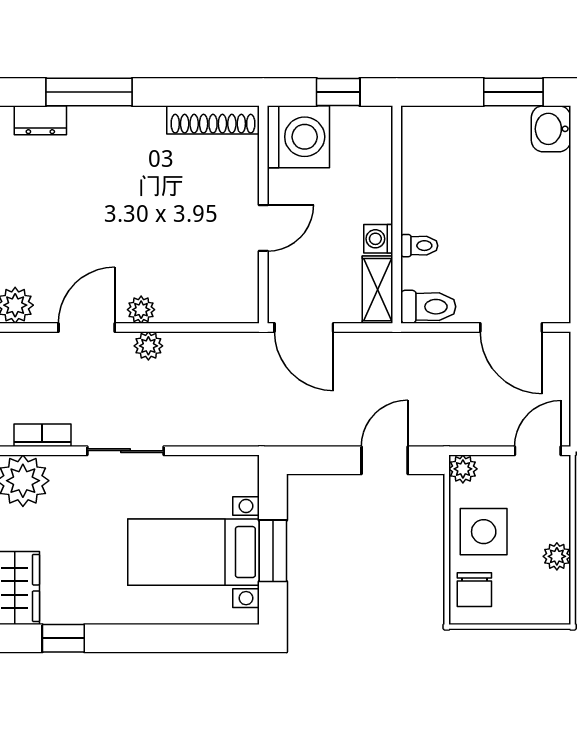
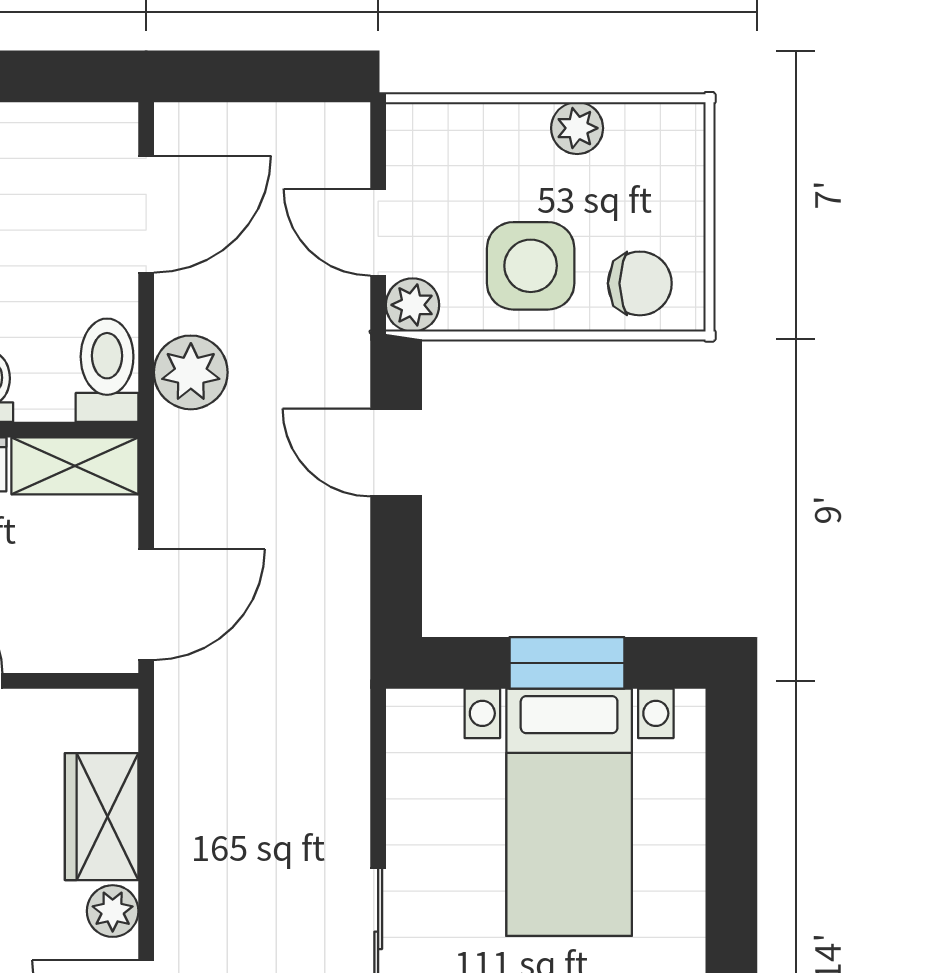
wardrobe: (191, 304) -> (102, 817), added
plant: (148, 346) -> (191, 372), moved, width x1.38, depth x1.38
door: (538, 451) -> (378, 232), moved

